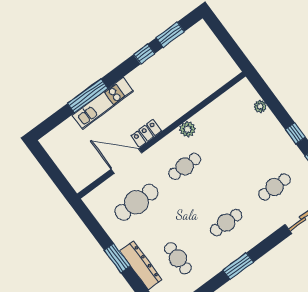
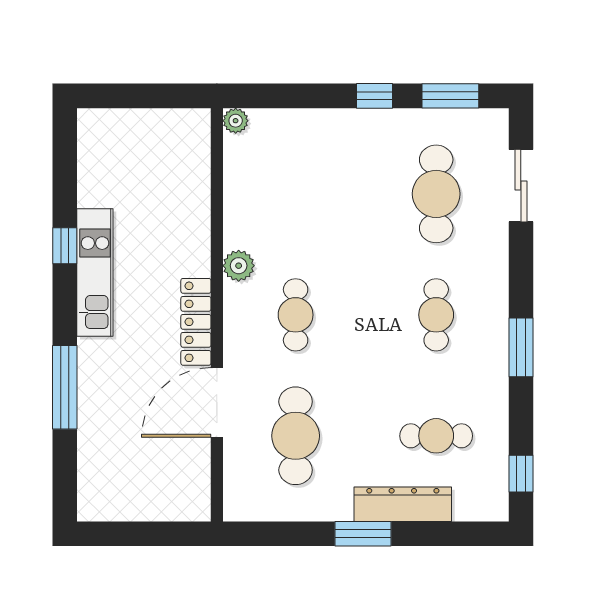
window: (170, 35) -> (65, 180), removed
kitchen unit: (103, 103) -> (95, 272), moved
plant: (260, 106) -> (236, 121), moved
locker: (146, 133) -> (196, 322), width x1.53
cafe table: (274, 187) -> (436, 194), width x1.37, depth x1.35

